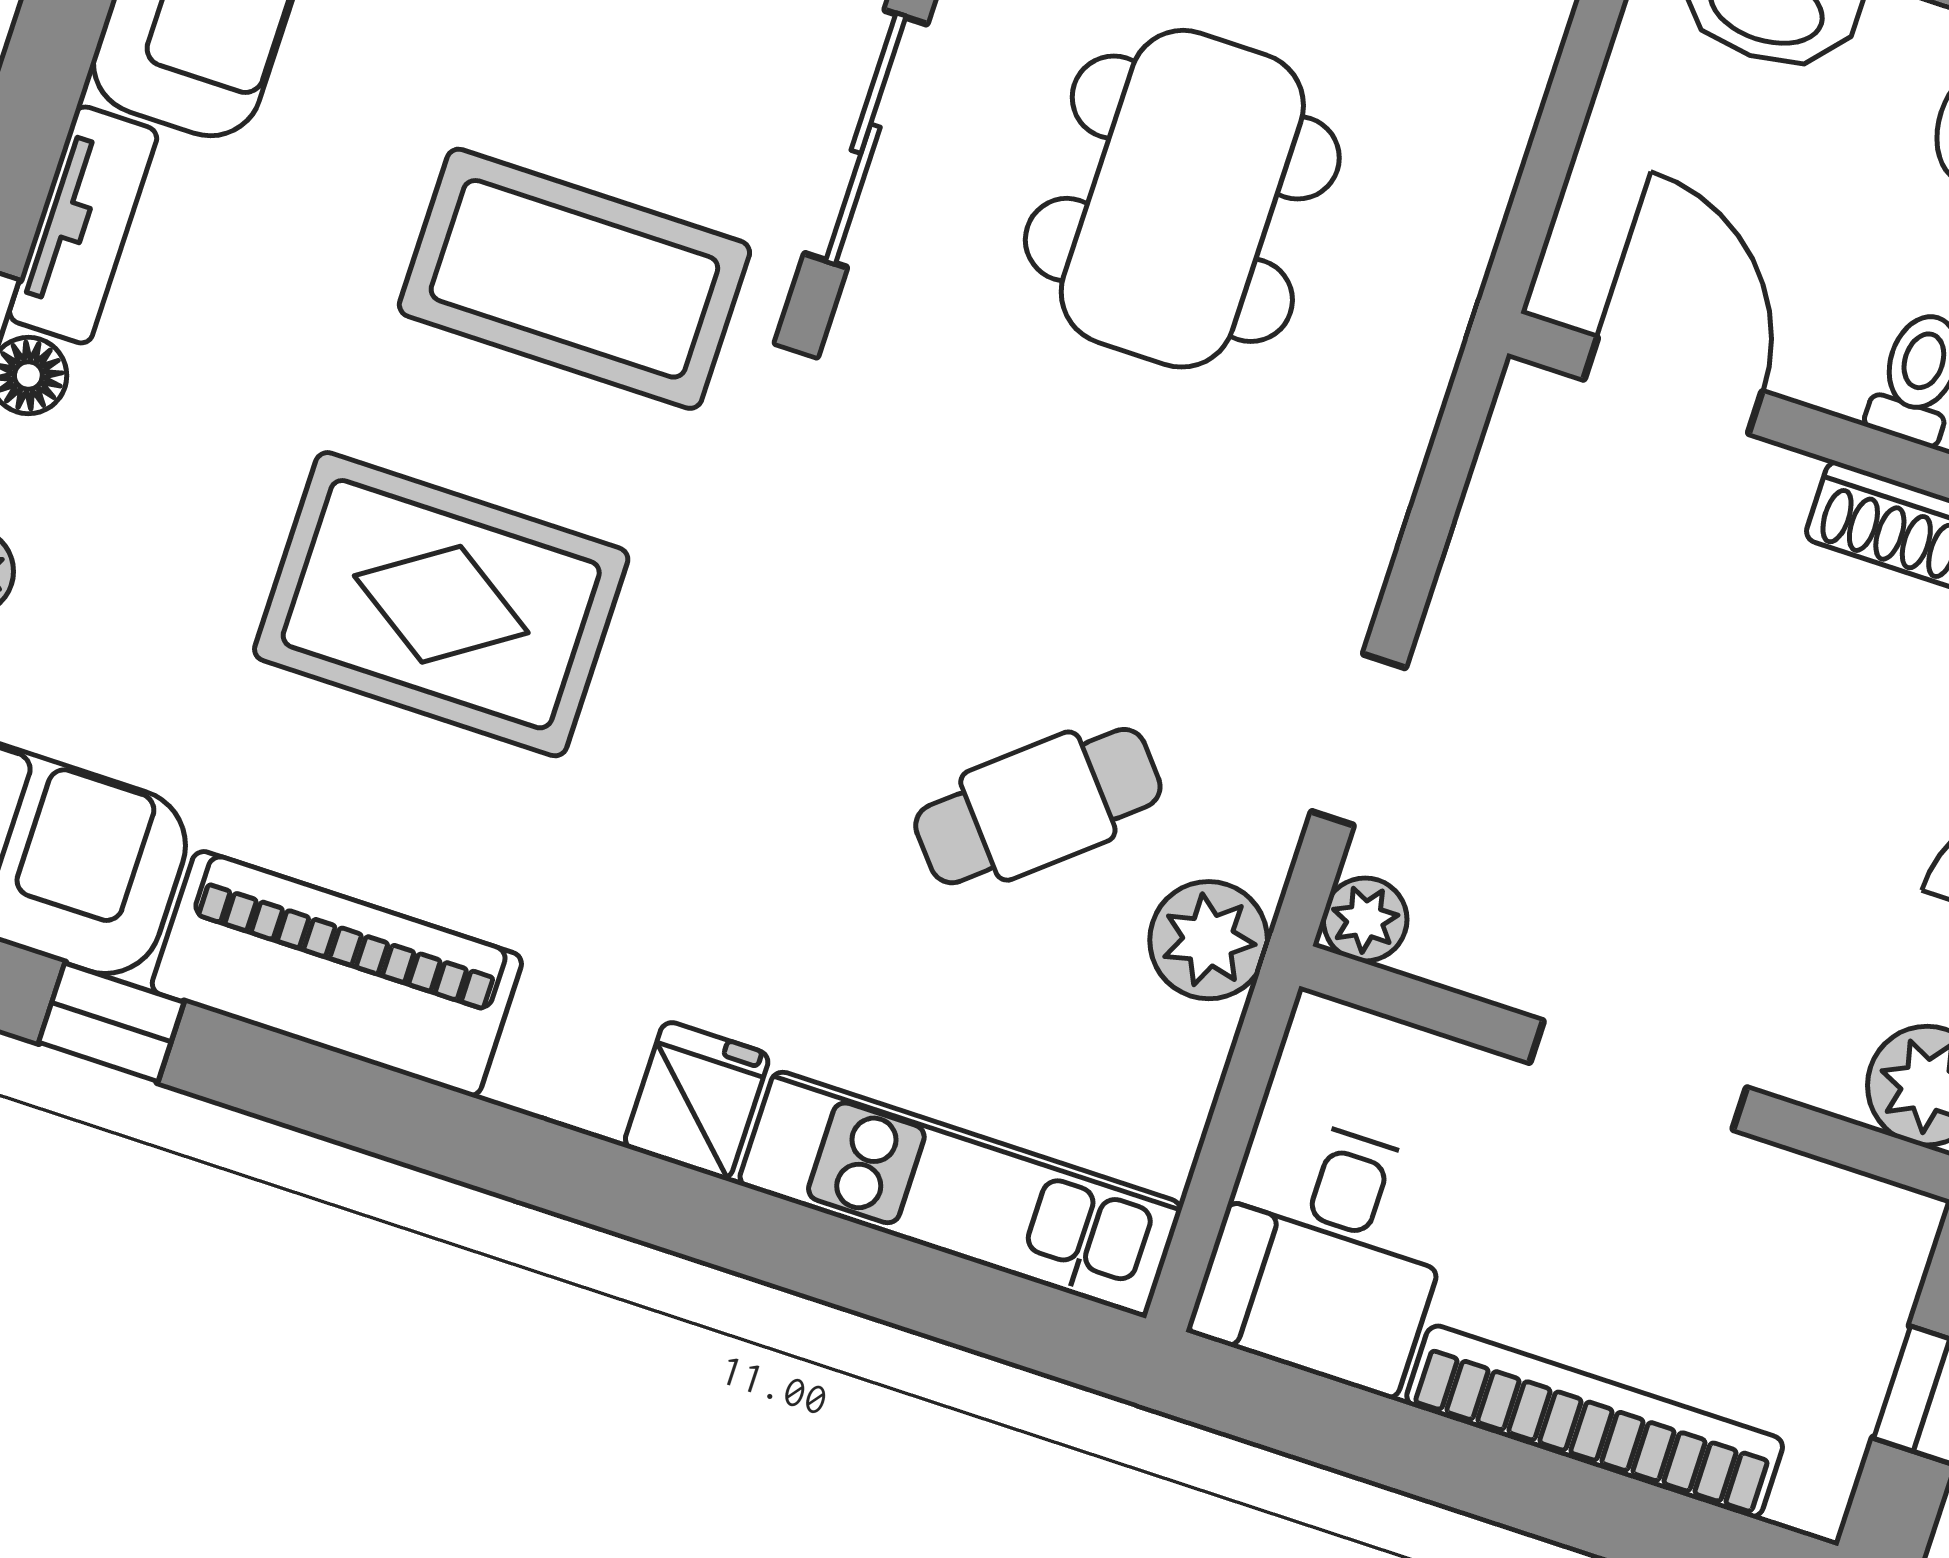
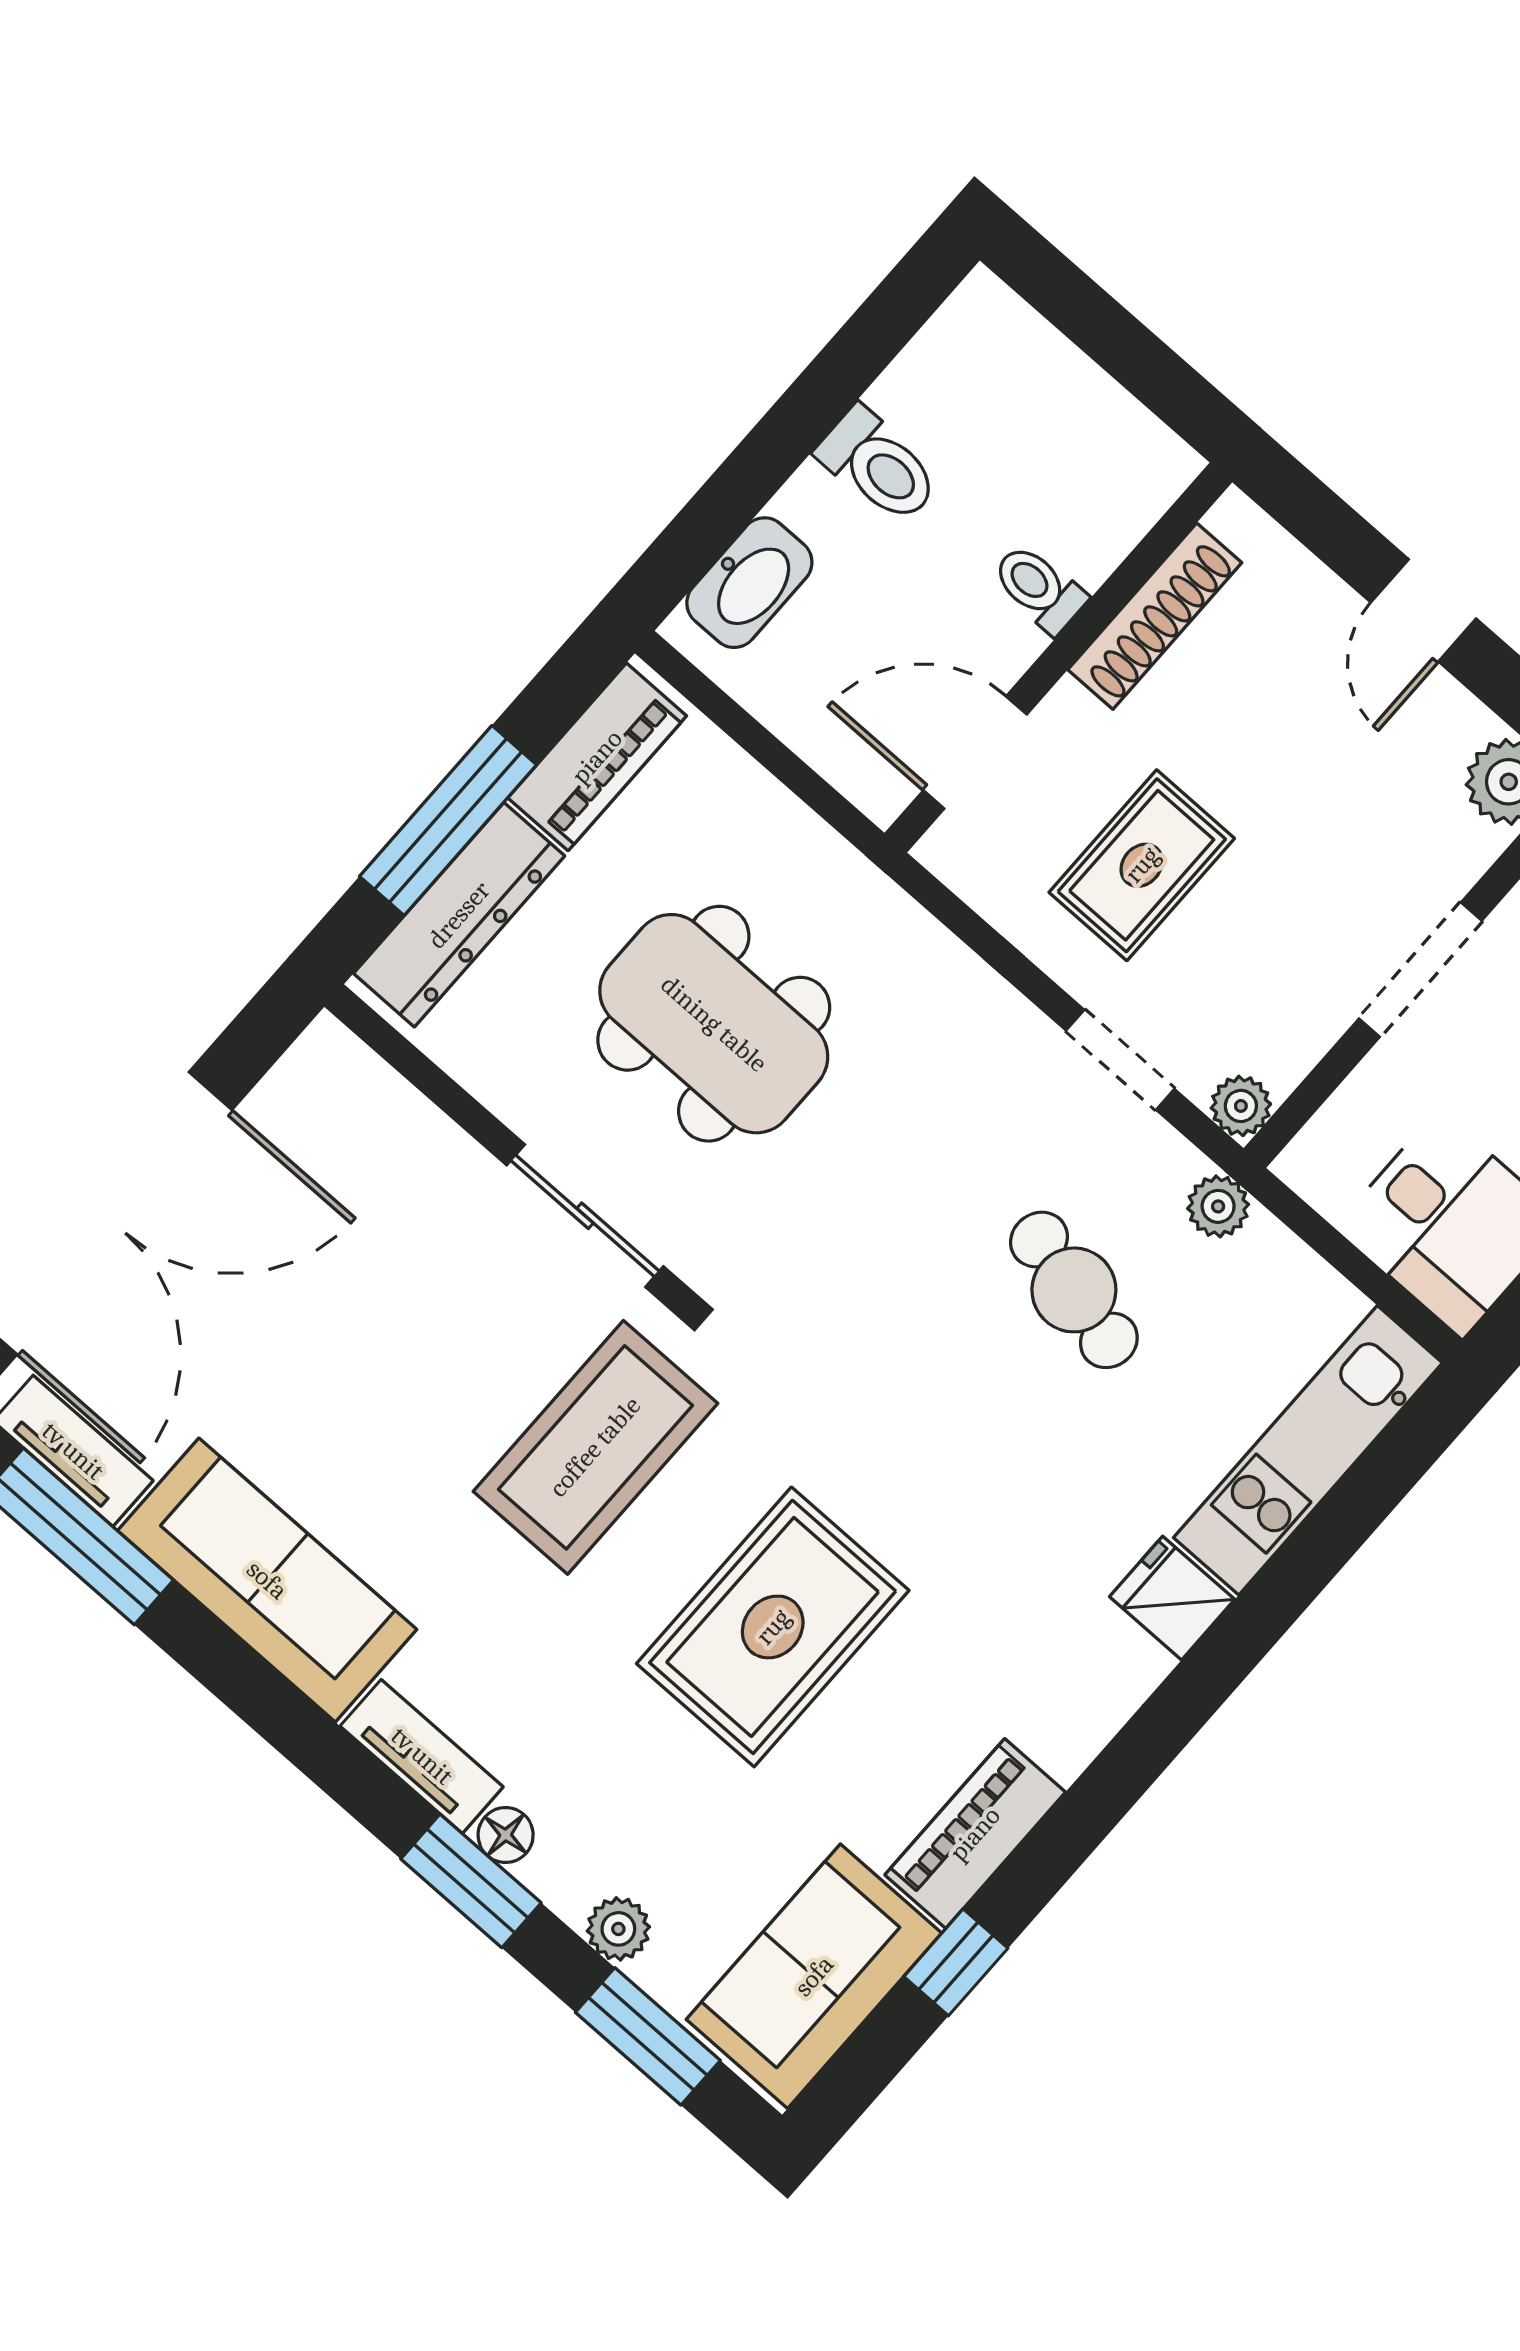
rug: (1619, 661) -> (1142, 865), added
cafe table: (1038, 806) -> (1074, 1290), turned -36
plant: (1209, 940) -> (1218, 1206), width x0.73, depth x0.73
piano: (337, 974) -> (975, 1834), width x0.73, depth x0.75

